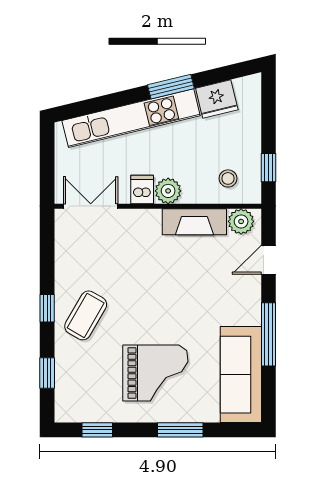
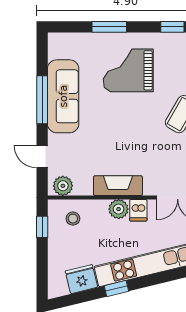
window: (171, 87) -> (116, 288), width x0.67
fireplace: (194, 222) -> (118, 186), moved
door: (268, 260) -> (42, 157), swing flipped
sofa: (241, 375) -> (63, 96), moved

